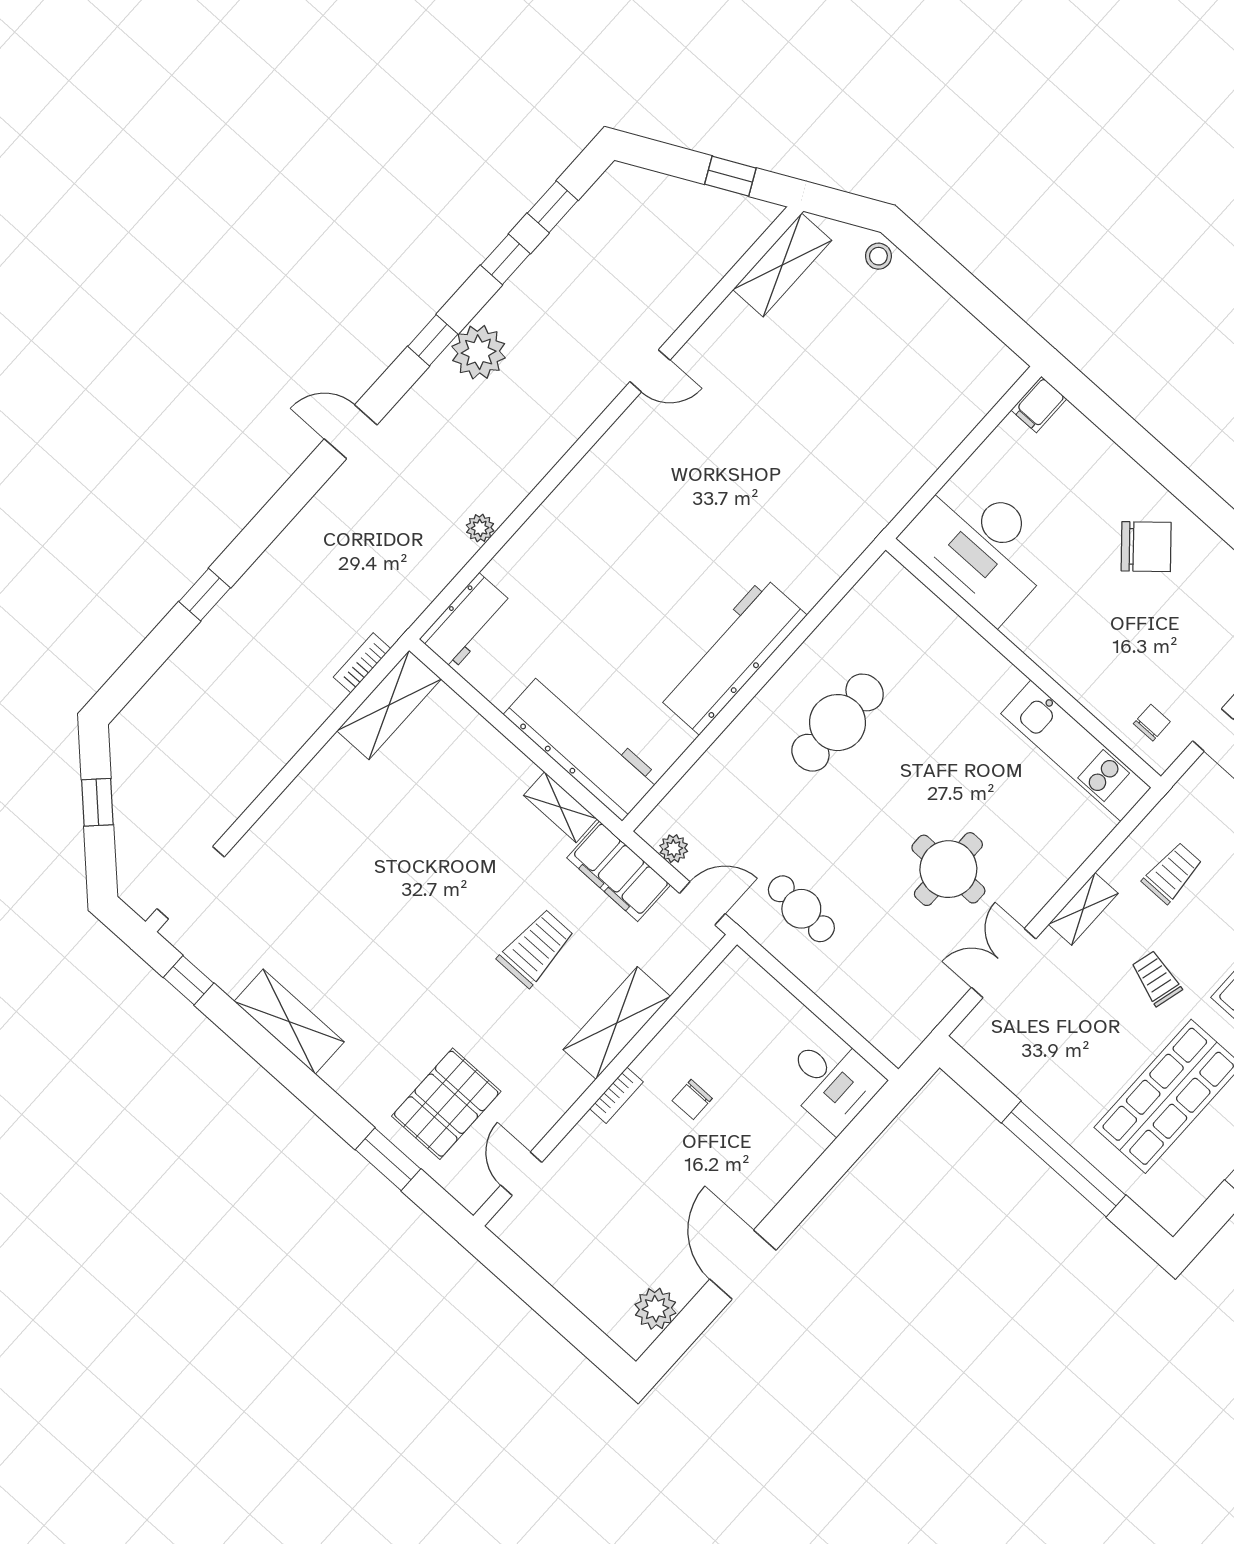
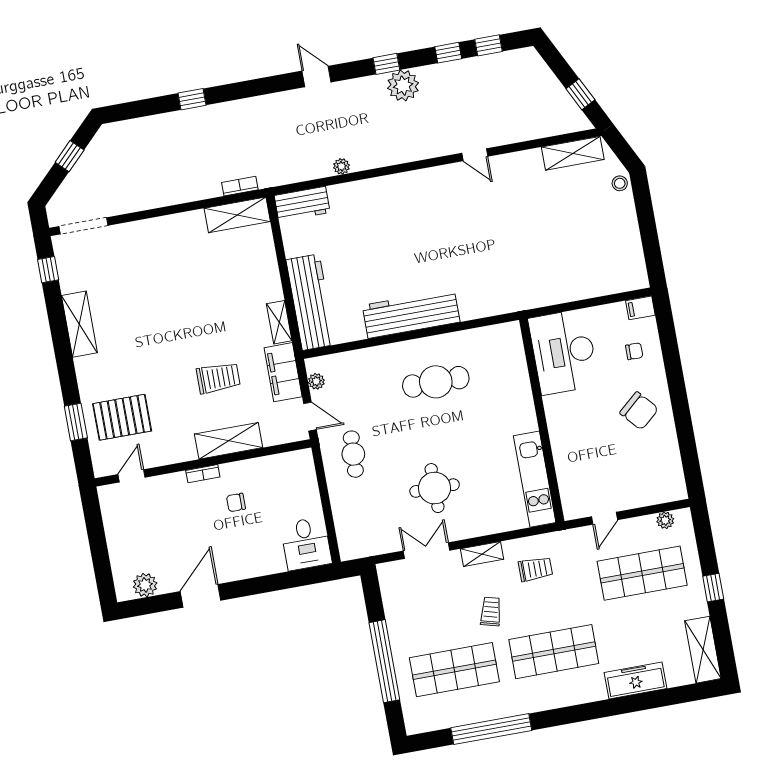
chair: (1152, 723) -> (634, 351), moved

